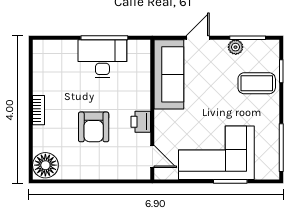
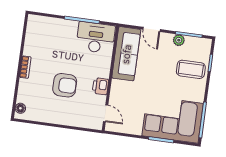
door: (198, 38) -> (152, 29), swing flipped
desk: (102, 59) -> (96, 38), moved
armchair: (94, 127) -> (65, 85), turned -90
corner sofa: (216, 153) -> (173, 120), moved
floor lamp: (45, 165) -> (20, 108), width x0.53, depth x0.53

